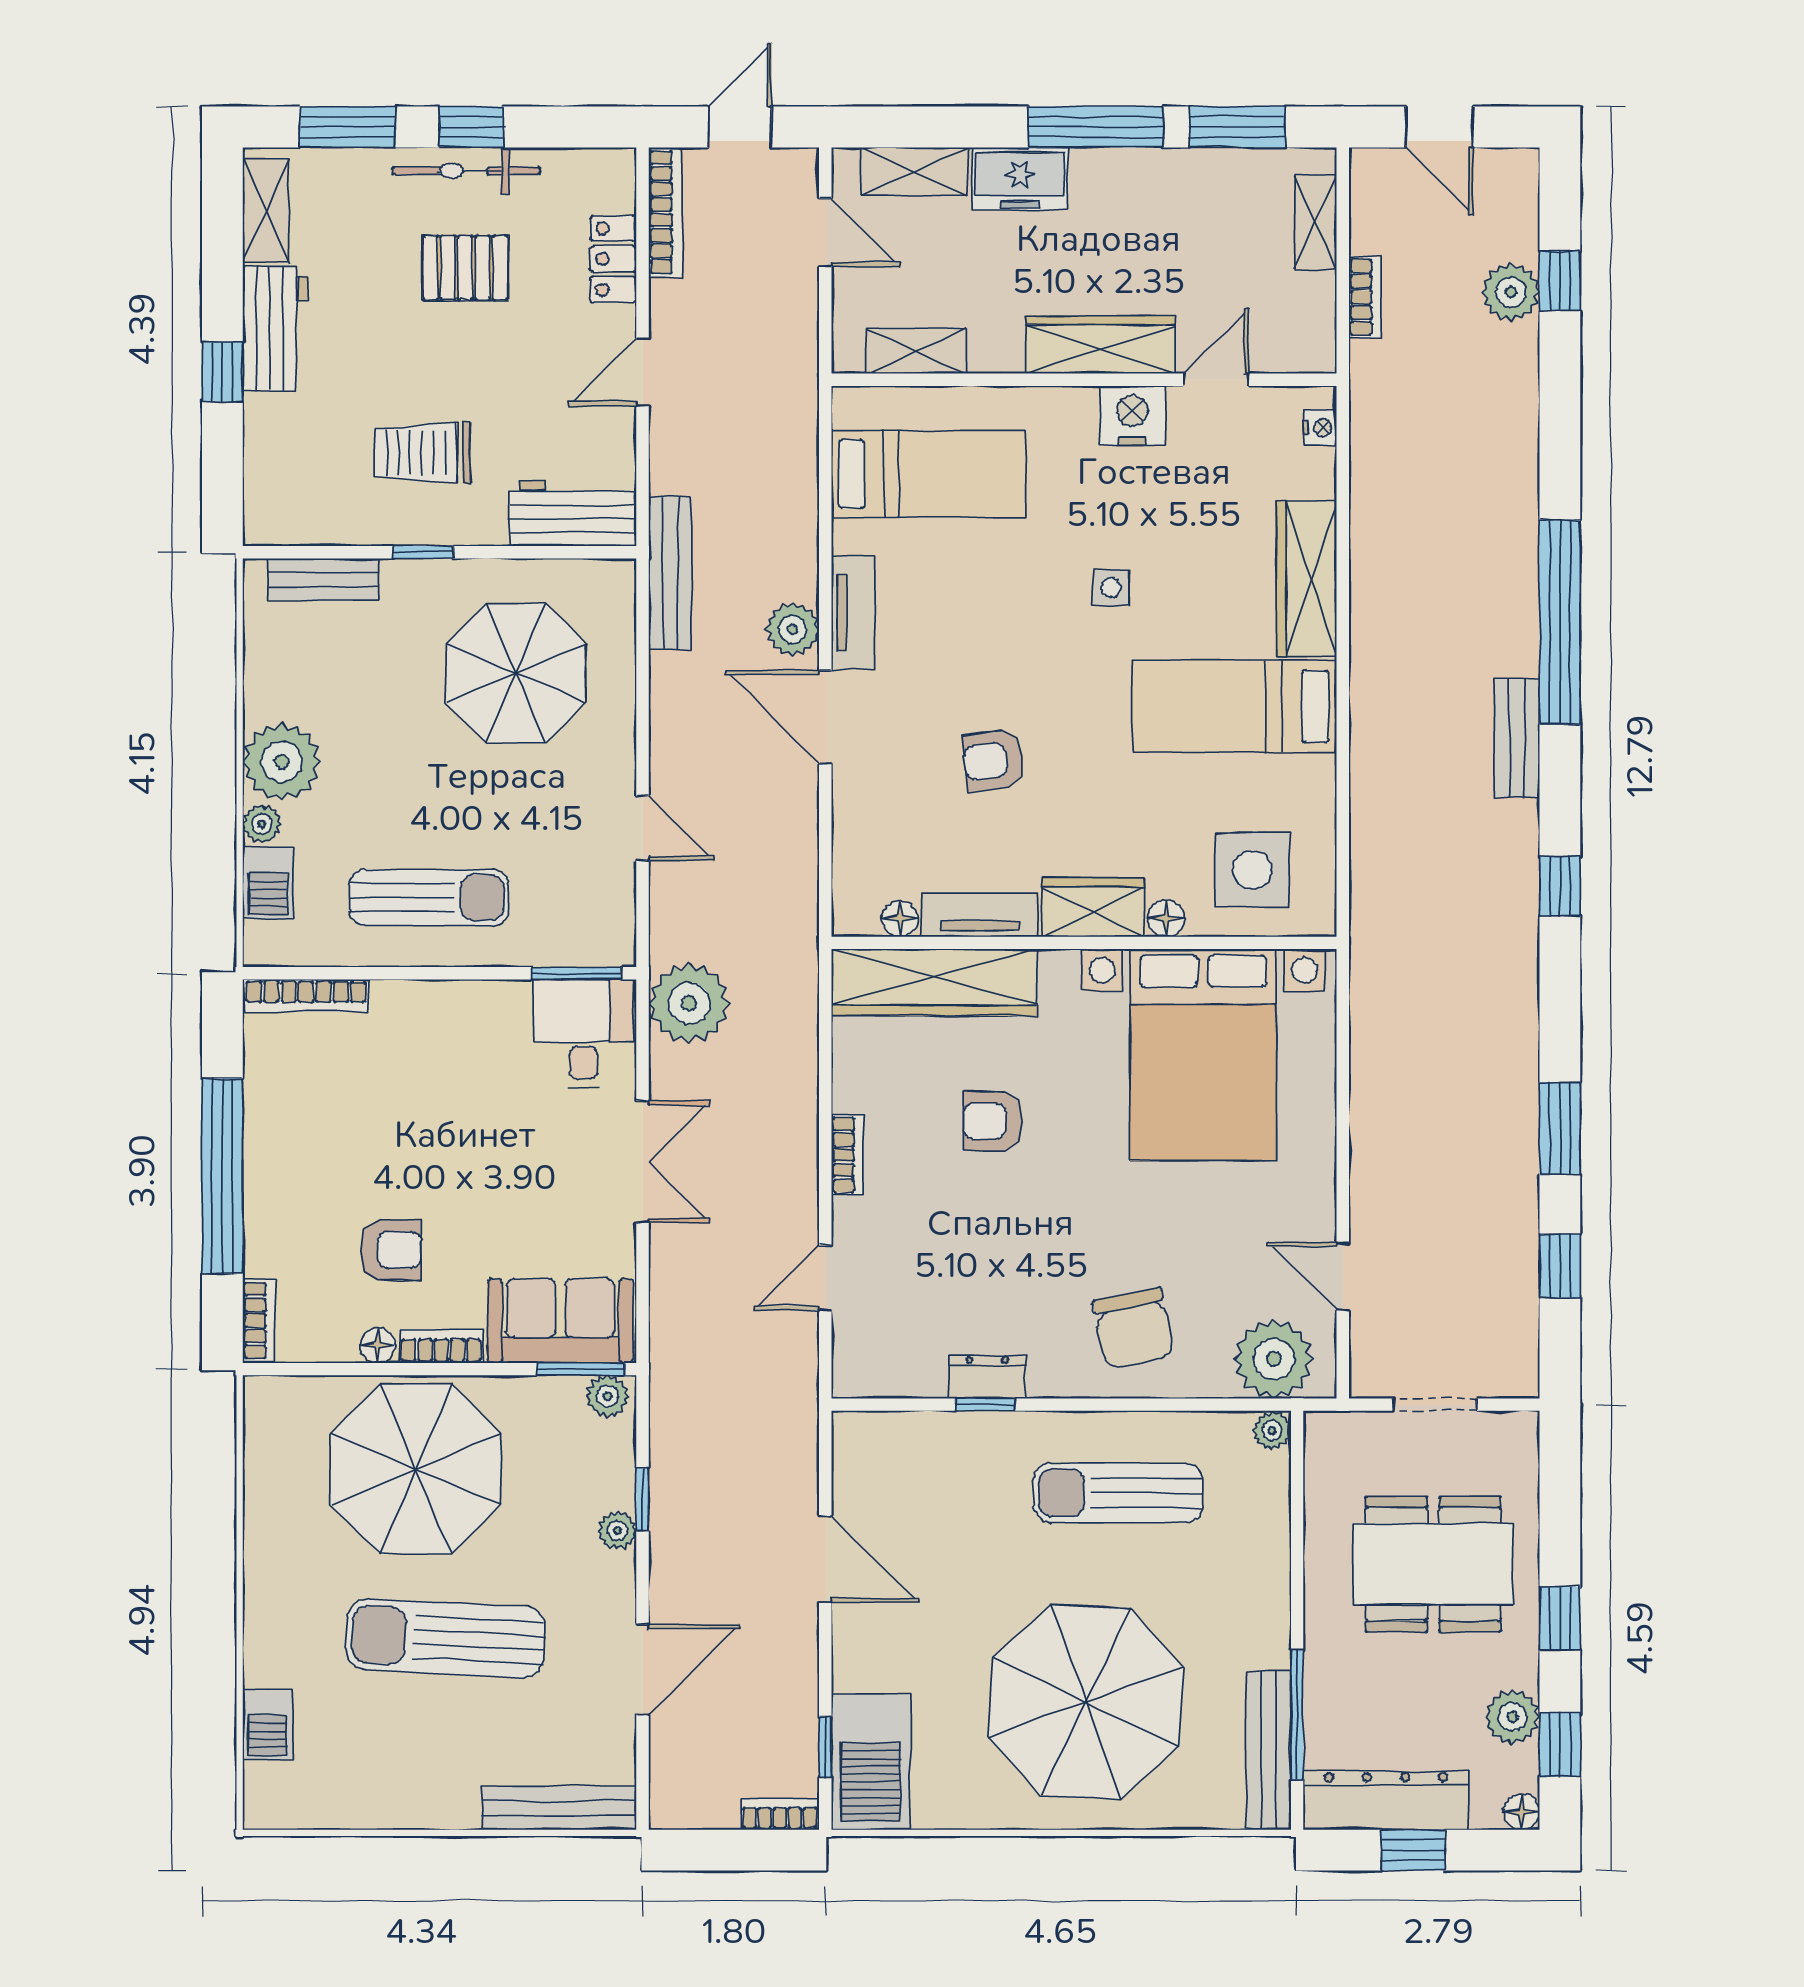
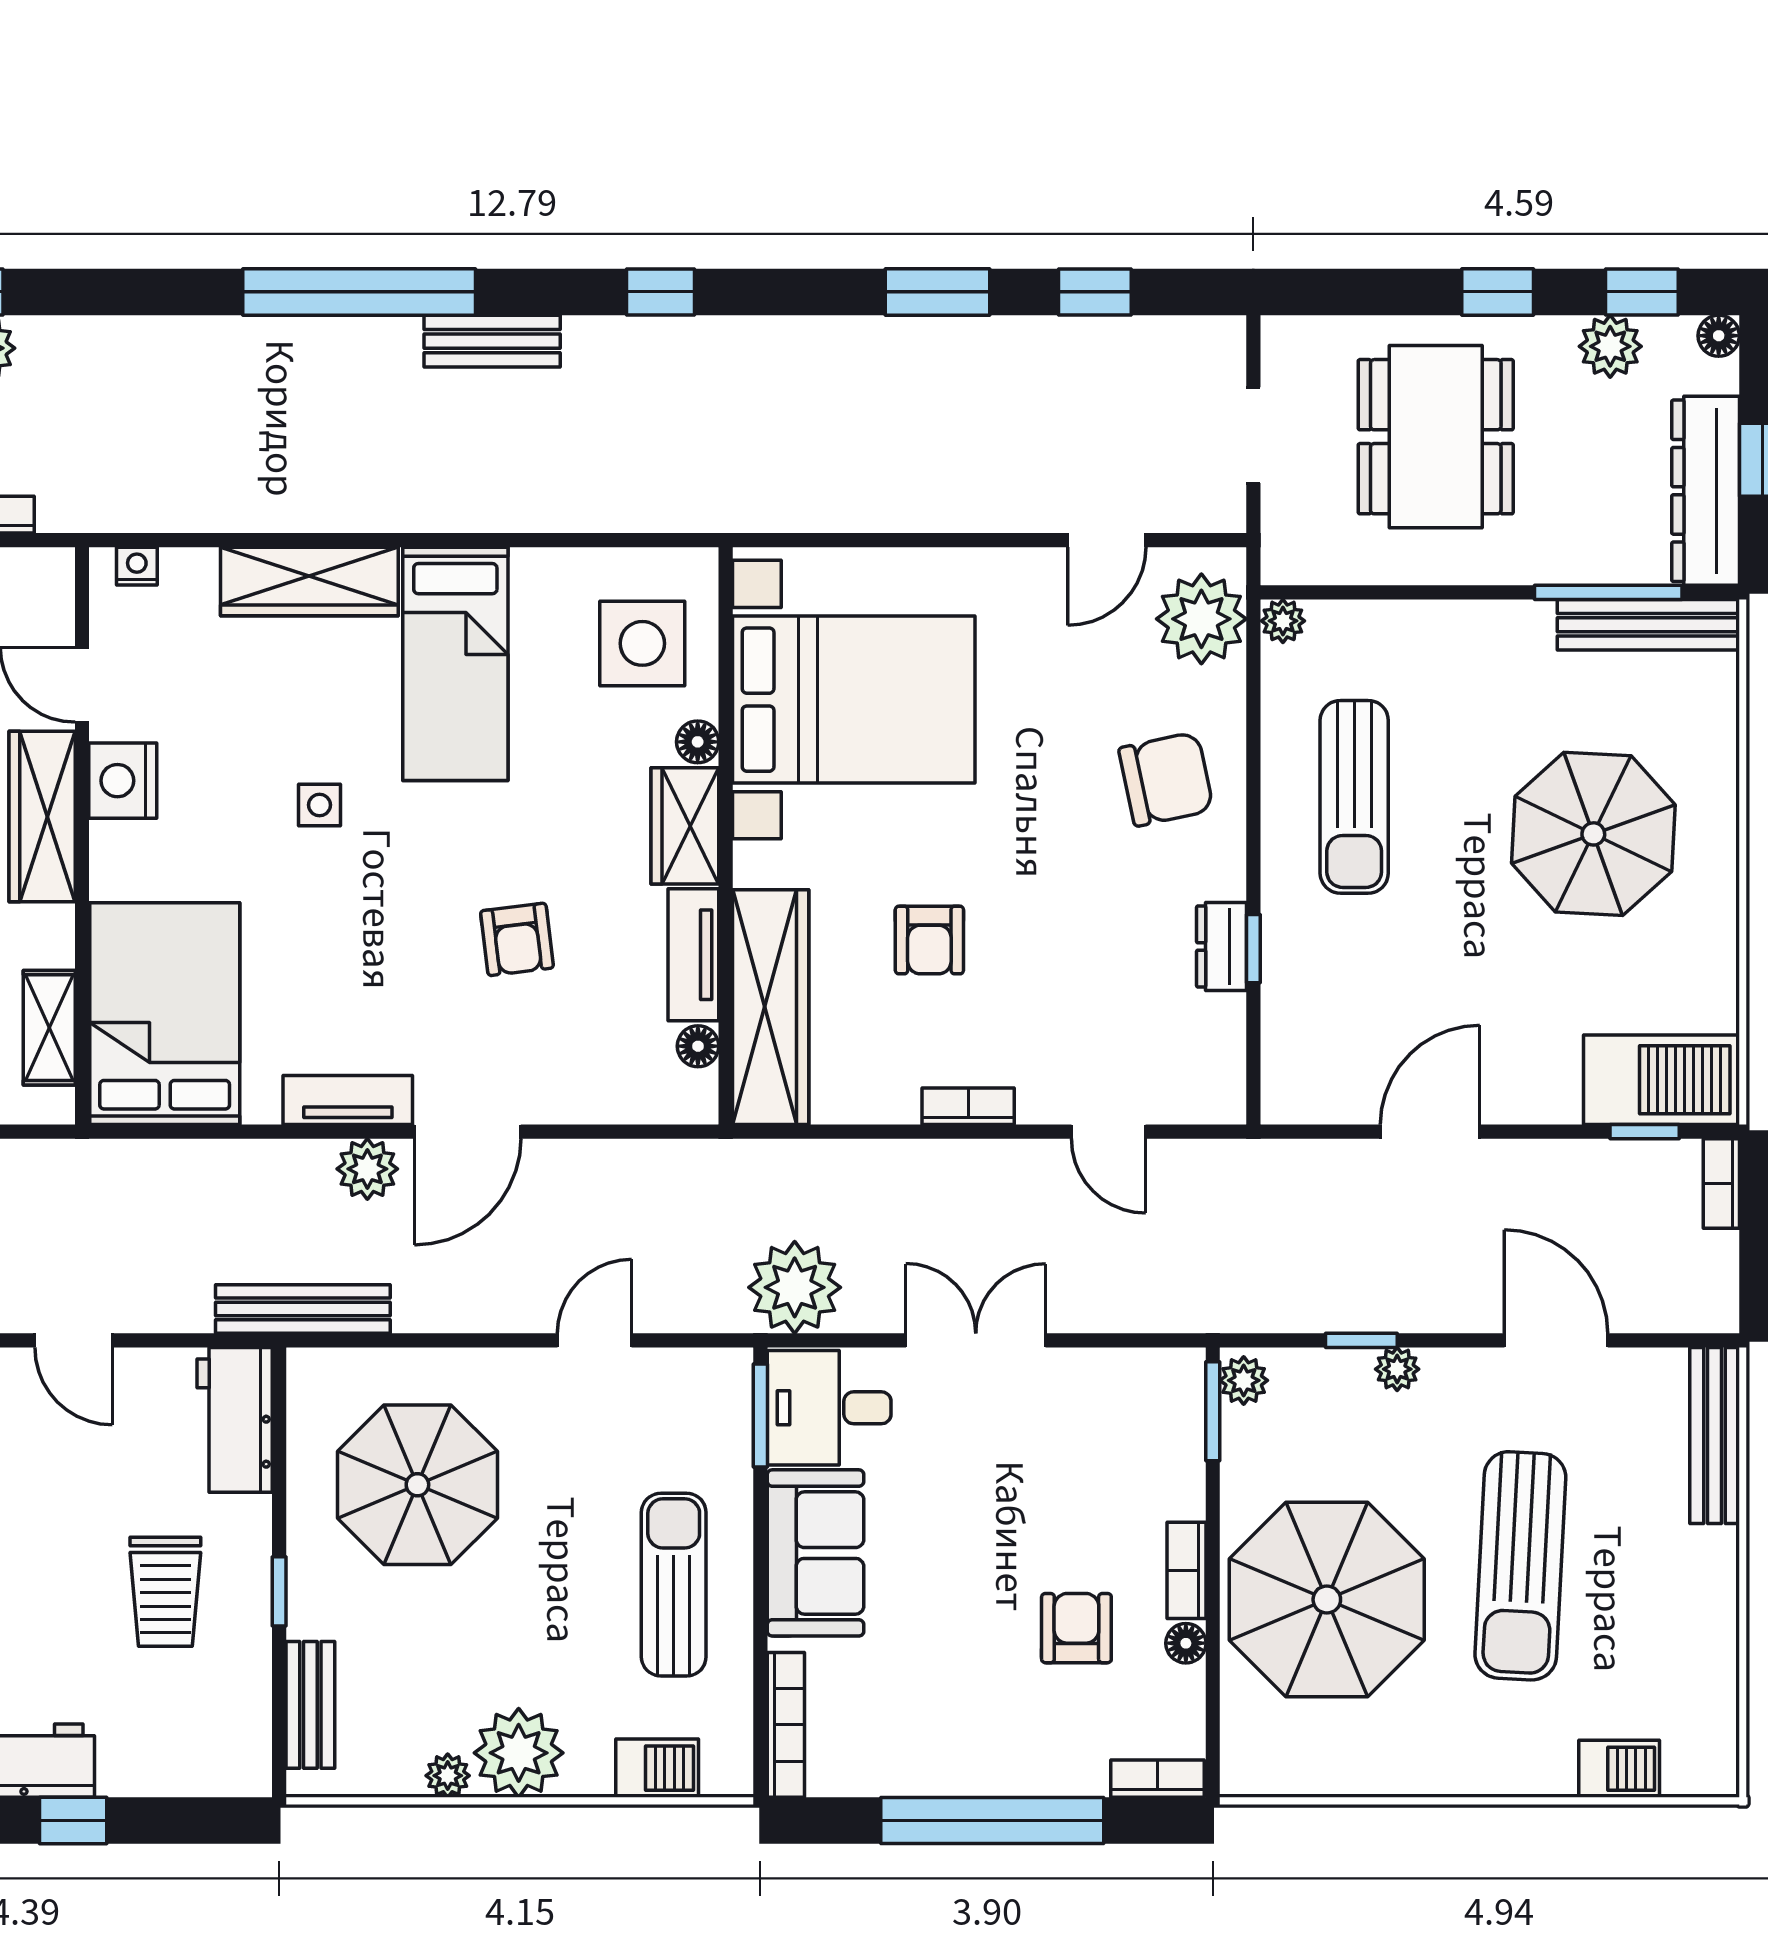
bed: (928, 474) -> (165, 1014), width x1.50
plant: (262, 824) -> (448, 1776), moved
sofa: (560, 1321) -> (816, 1553), moved, turned 180
parasol: (1086, 1702) -> (1593, 834), width x0.73, depth x0.73

